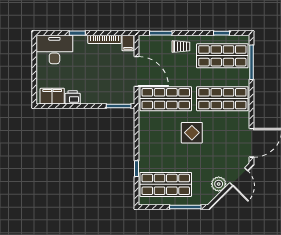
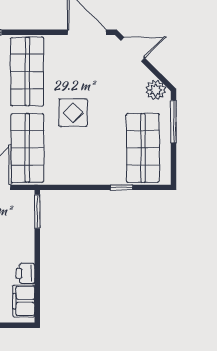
plant: (219, 184) -> (156, 90), moved

